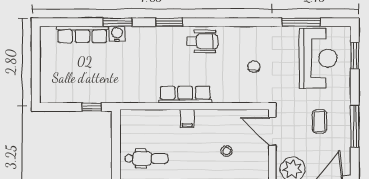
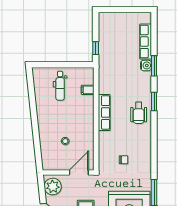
wheelchair: (202, 41) -> (139, 113), moved
filing cabinet: (187, 119) -> (88, 90), moved

